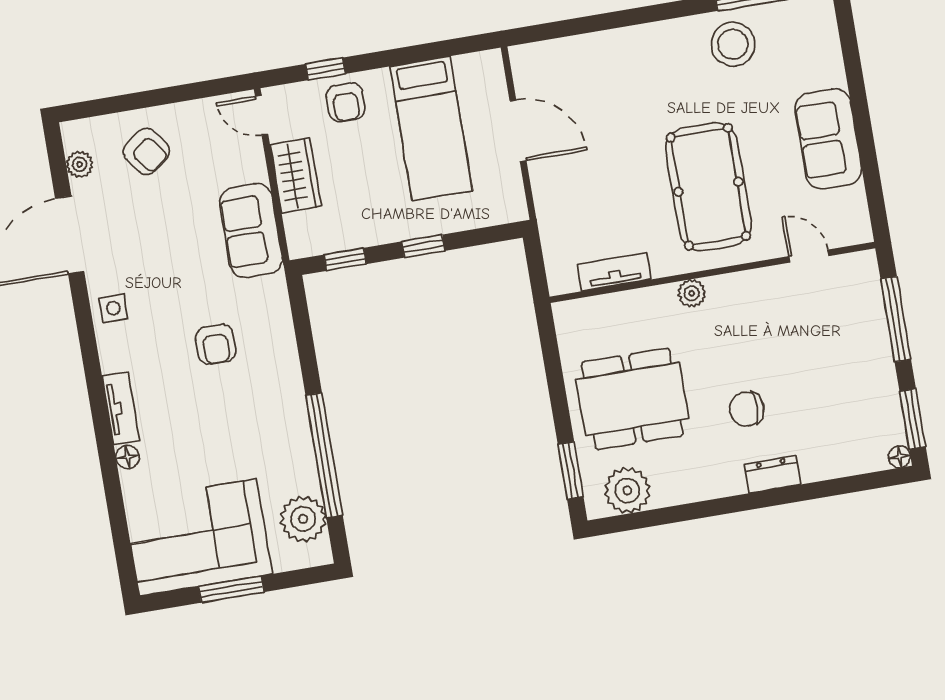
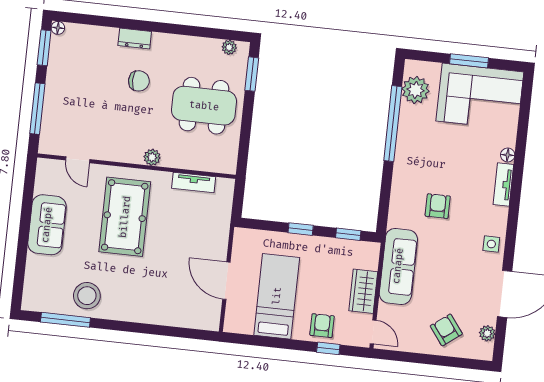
sofa: (251, 231) -> (398, 266), width x1.36
plant: (627, 490) -> (229, 47), width x0.53, depth x0.53

